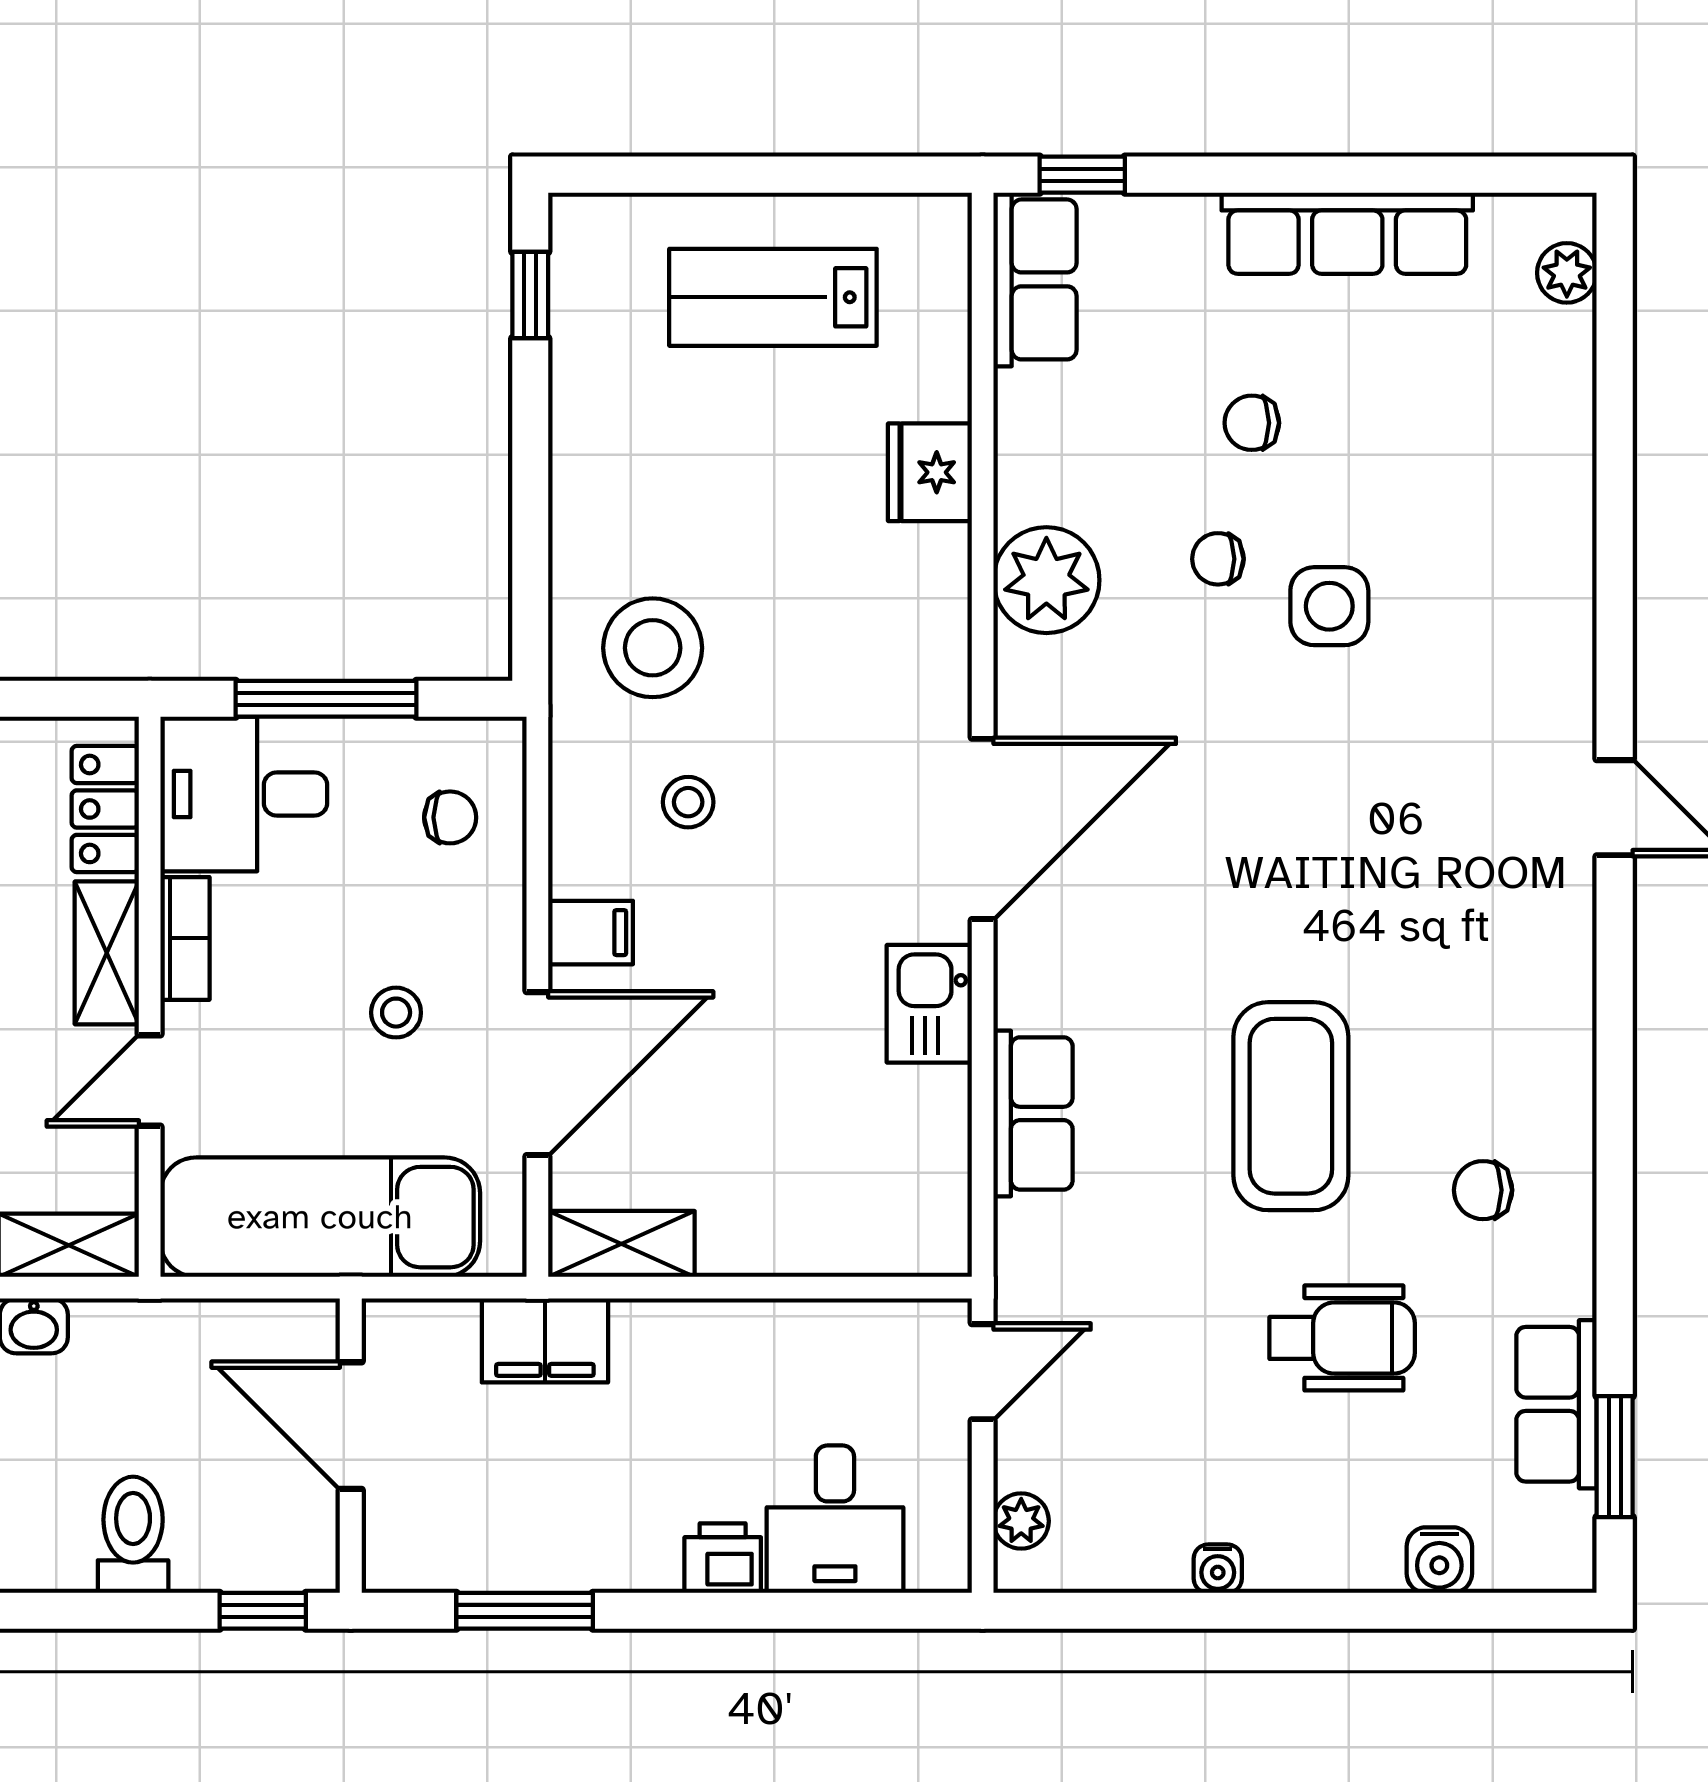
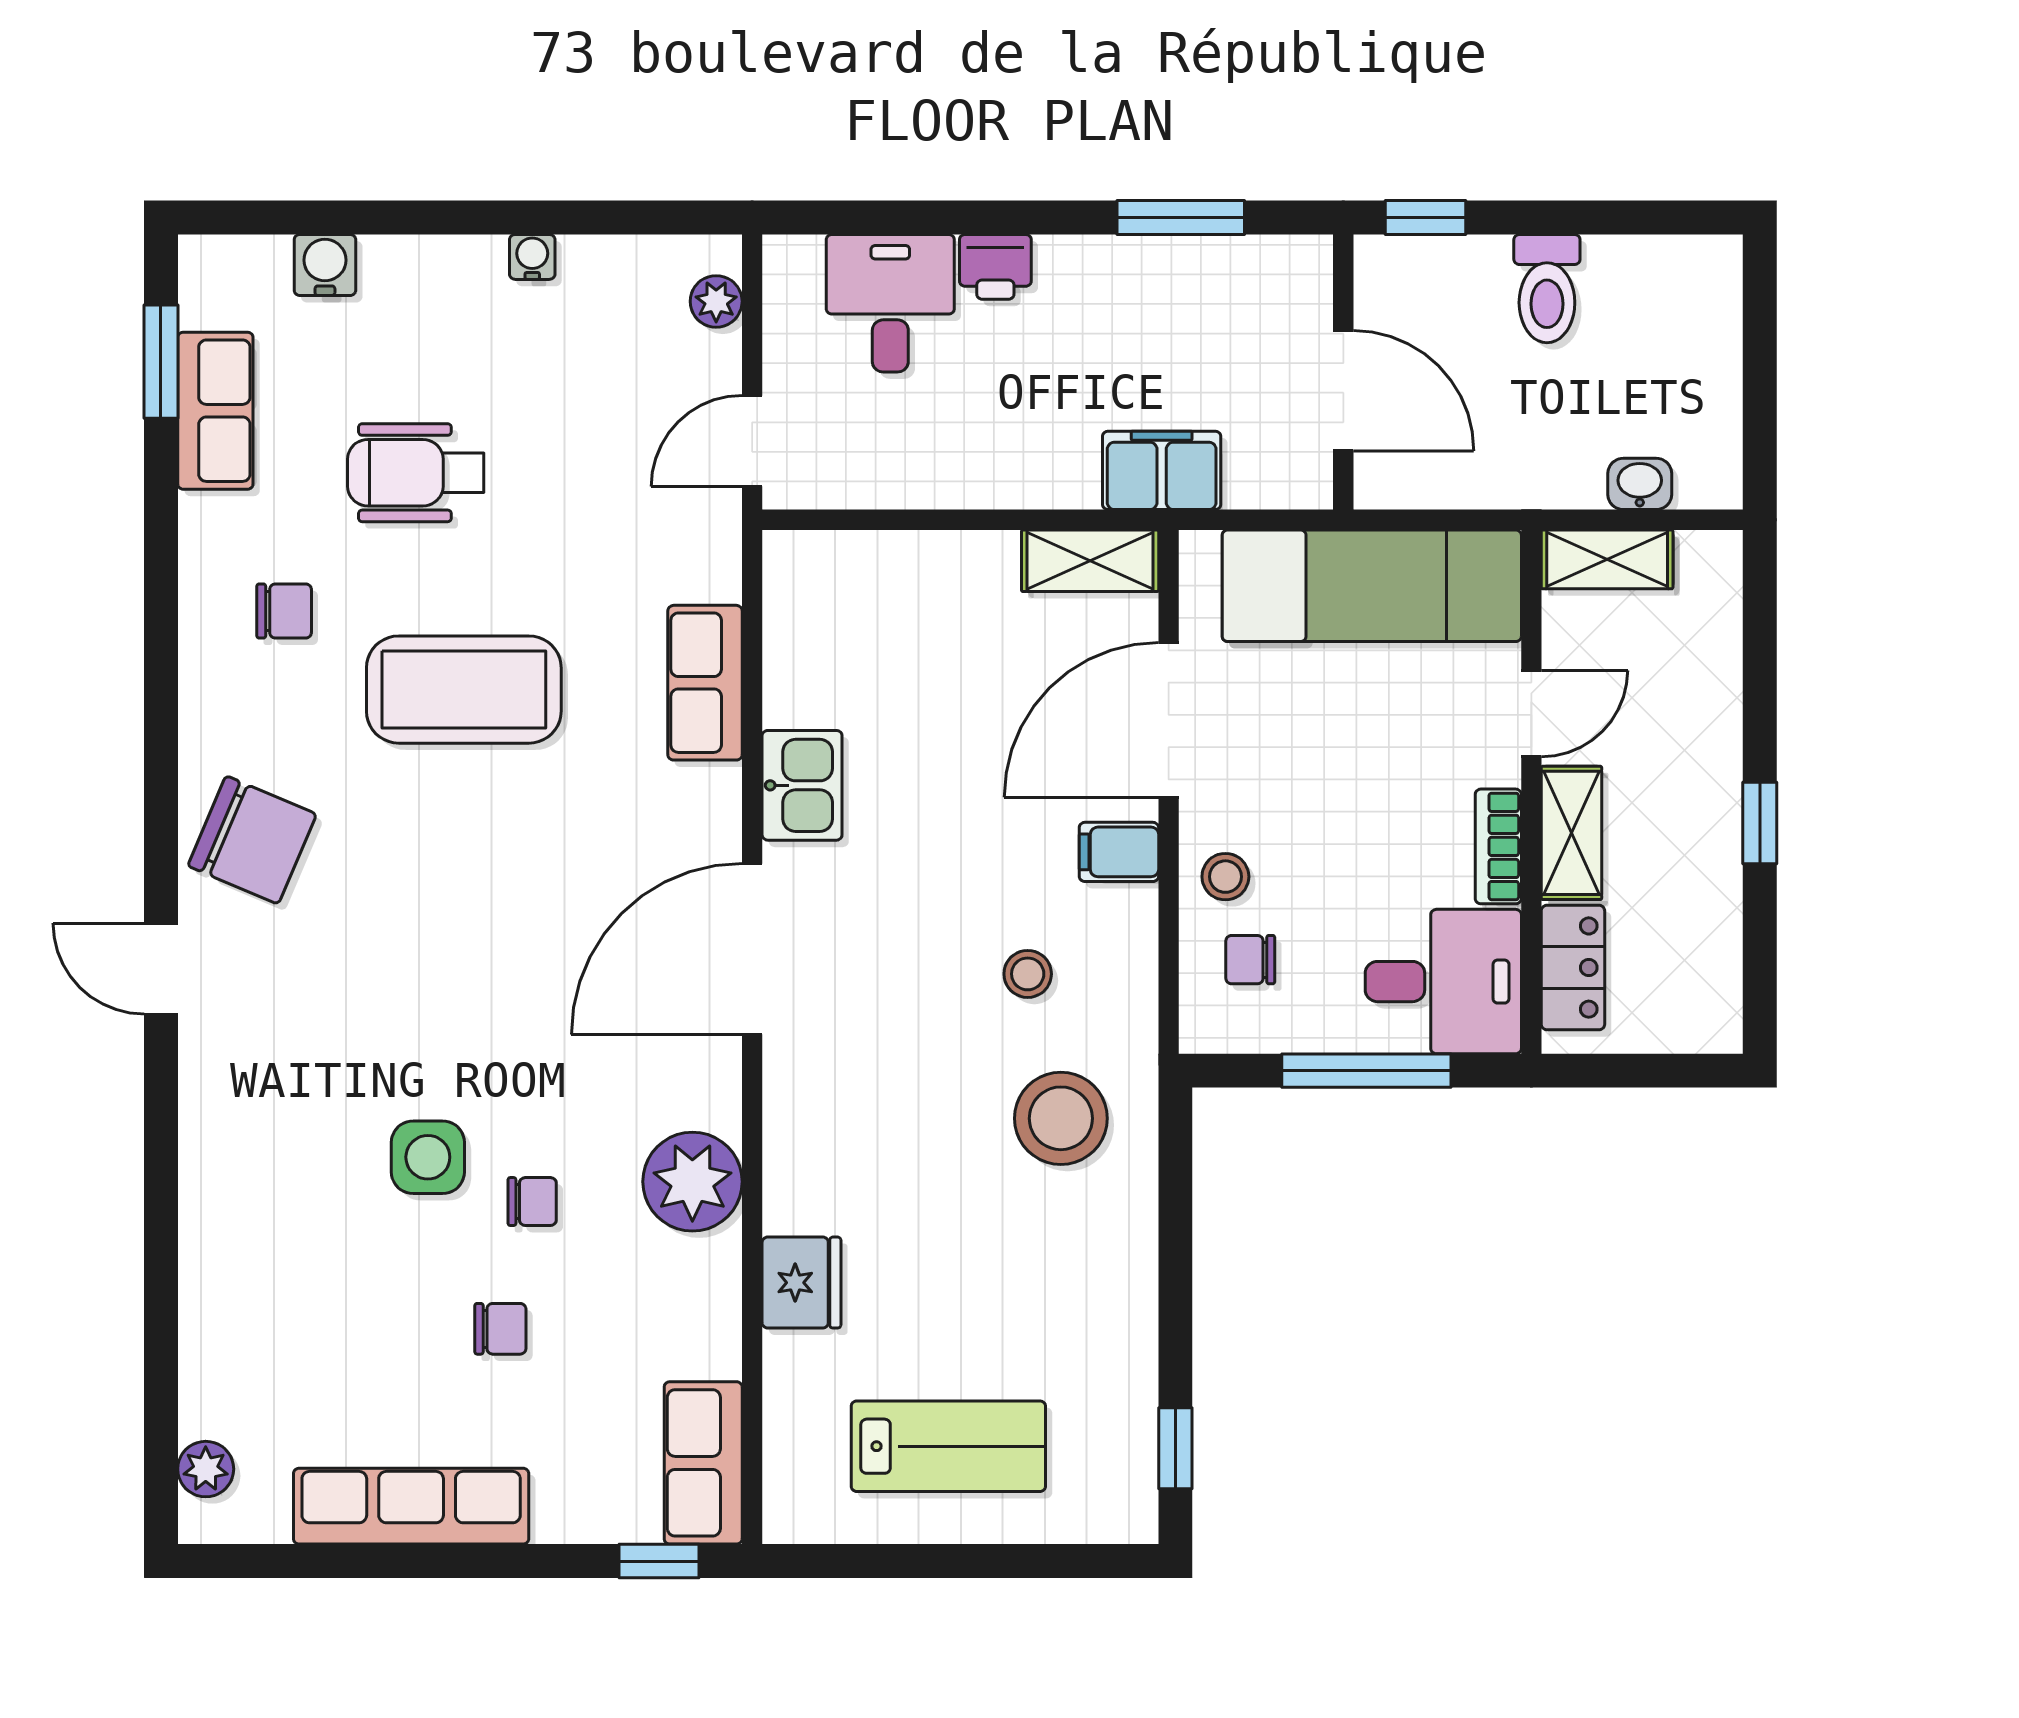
chair: (1517, 945) -> (252, 840), added
stool: (396, 1013) -> (1225, 877), moved
coffee table: (1291, 1106) -> (464, 690), turned 90

